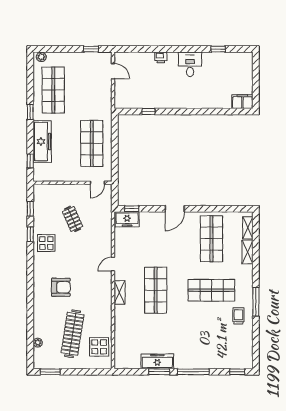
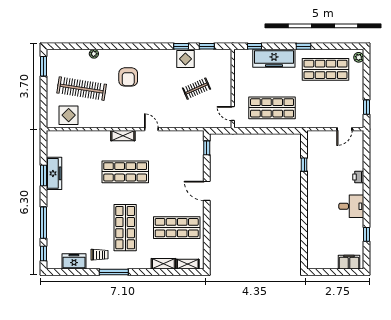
filing cabinet: (242, 102) -> (349, 262), moved, turned -90
freezer: (127, 219) -> (74, 261), moved, turned 90
display table: (46, 243) -> (185, 59), moved
plant: (38, 343) -> (94, 54), moved
window: (193, 372) -> (44, 223), moved

